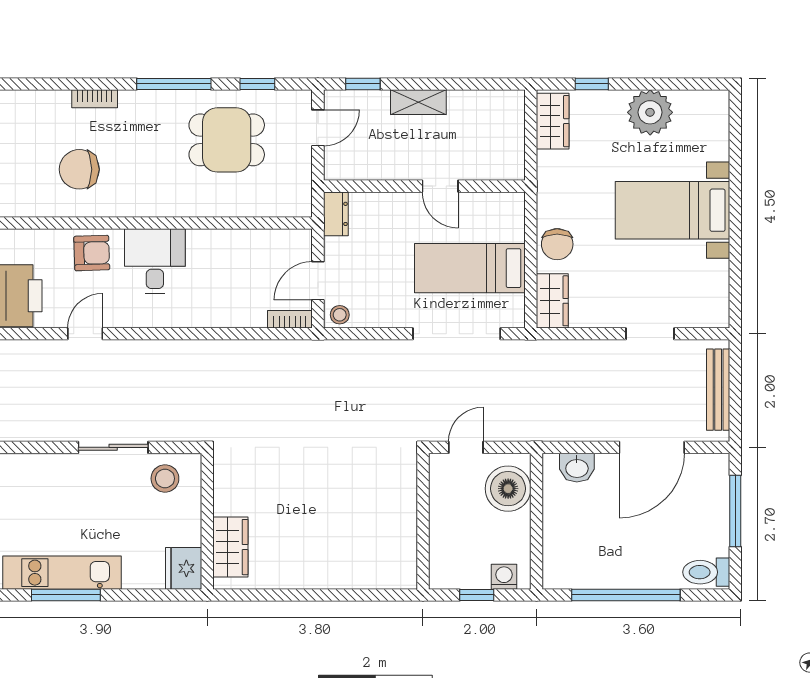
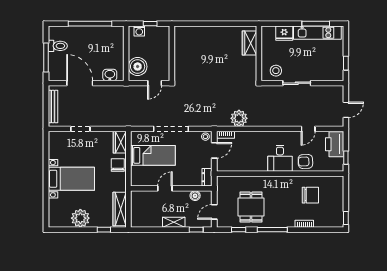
wardrobe: (553, 121) -> (120, 209), width x1.50
dining table: (227, 140) -> (251, 207), turned 90
boiler: (365, 168) -> (195, 196), added
door: (440, 186) -> (165, 188), hinge flipped
doorway: (457, 334) -> (171, 129), moved
plant: (257, 360) -> (239, 118), added
door: (652, 447) -> (80, 83), hinge flipped
fridge: (184, 568) -> (284, 33), moved, turned 90
toilet: (706, 572) -> (58, 46), moved

